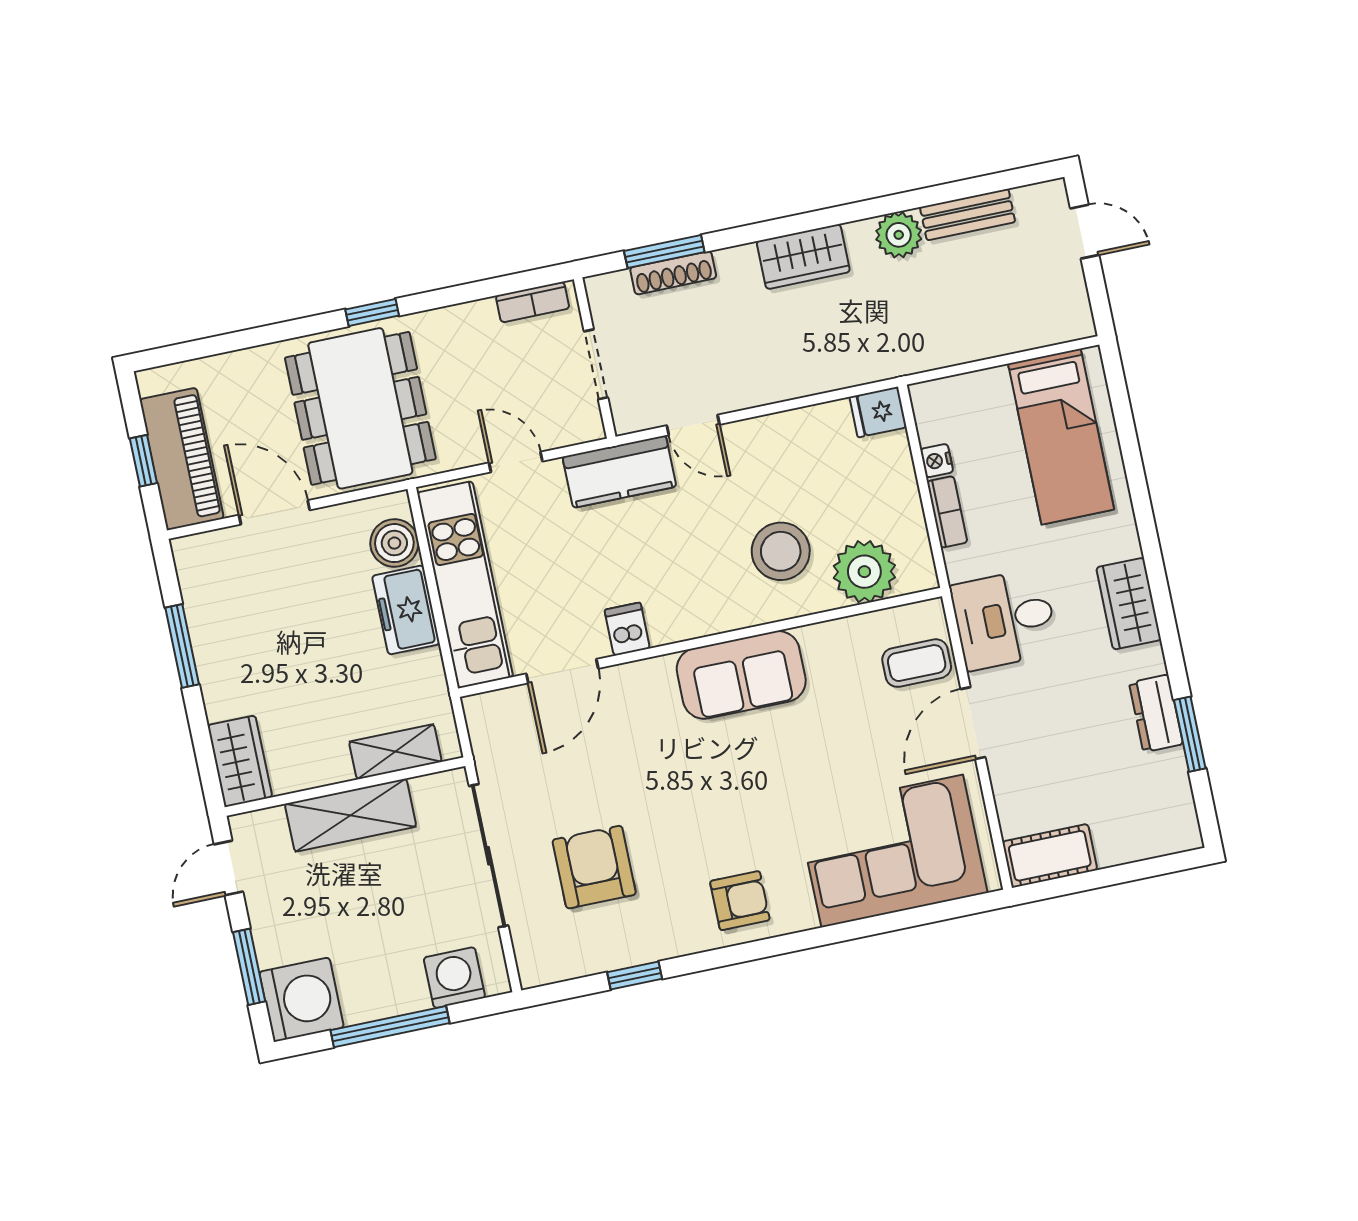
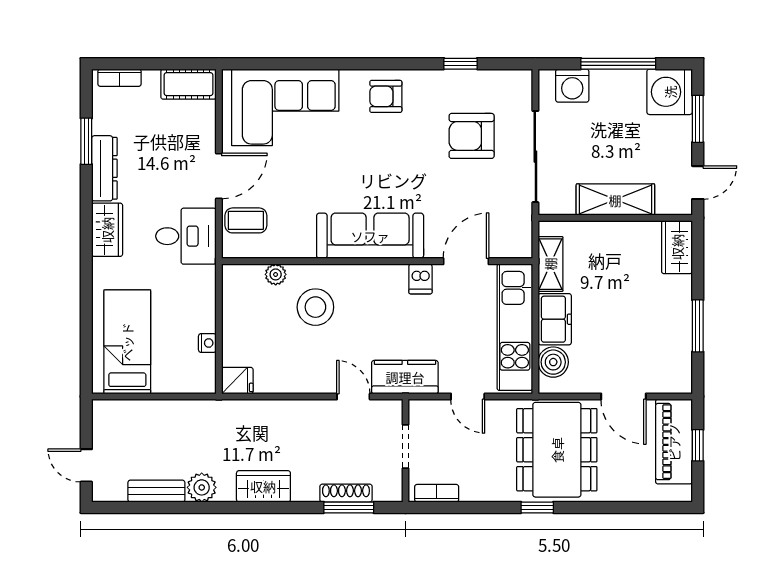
bookcase: (947, 512) -> (119, 78), moved, turned -90
plant: (864, 572) -> (276, 274), width x0.53, depth x0.53
sofa: (741, 675) -> (370, 236), width x1.36
dresser: (1156, 713) -> (104, 168), width x1.44
shelving: (395, 752) -> (550, 264), moved, turned 90
armchair: (594, 867) -> (472, 136), turned 90

